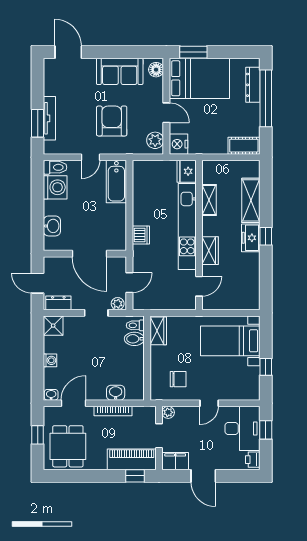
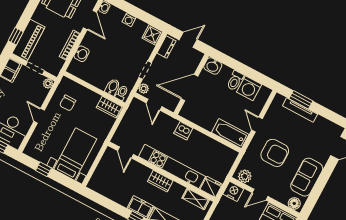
toilet: (55, 167) -> (235, 81), moved
shelving: (209, 200) -> (196, 199), moved
washbasin: (52, 226) -> (213, 66), moved
wardrobe: (210, 251) -> (160, 181), moved

